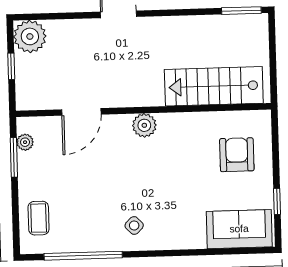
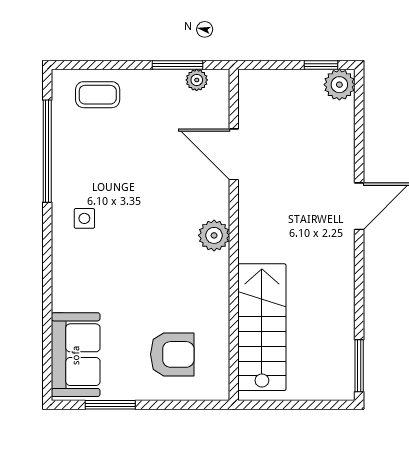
plant: (30, 36) -> (339, 85), width x0.73, depth x0.73
window: (11, 66) -> (321, 65), moved
window: (277, 201) -> (110, 405), width x1.50
side table: (134, 226) -> (84, 218), turned 45

